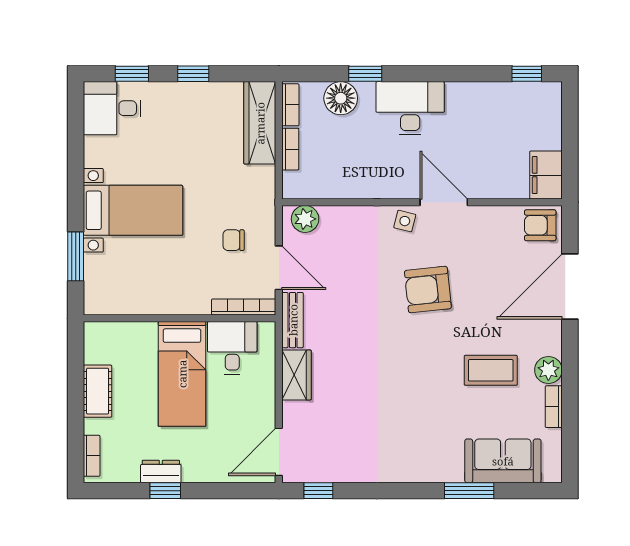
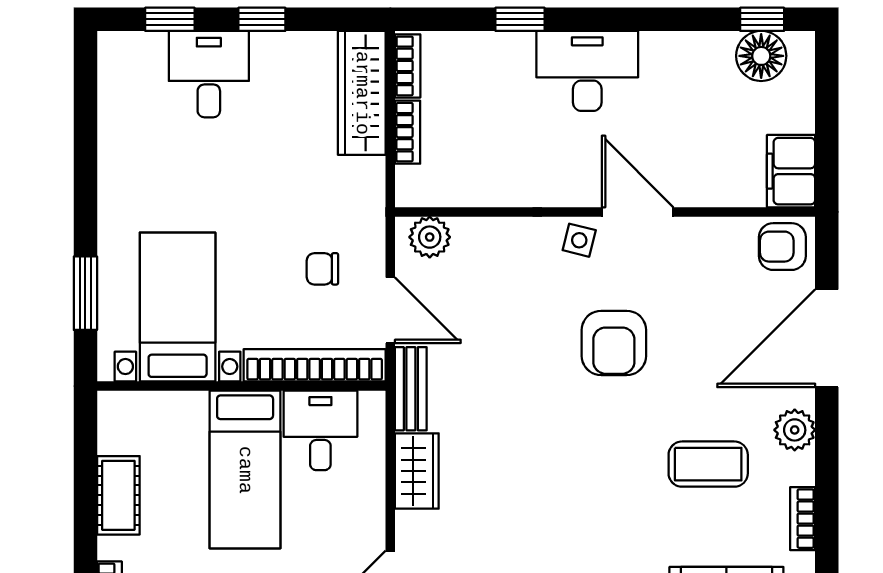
floor lamp: (341, 98) -> (761, 56), moved
desk: (112, 108) -> (209, 74), moved, turned 90
bed with nightstands: (133, 210) -> (178, 307), moved, turned -90
armchair: (428, 290) -> (614, 343), turned -84
bookcase: (244, 307) -> (315, 365), width x1.48, depth x1.31
plant: (548, 370) -> (795, 430), moved

